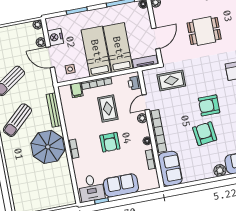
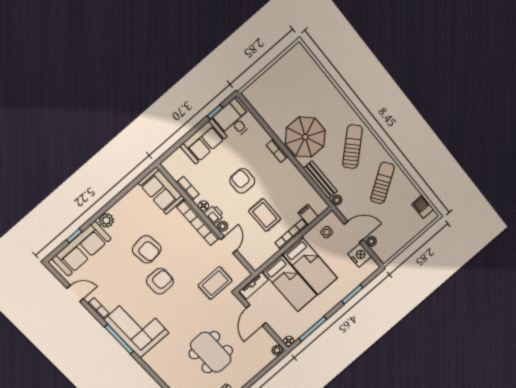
plant: (38, 25) -> (337, 200), moved
dining table: (204, 31) -> (211, 352), width x1.37
printer: (134, 83) -> (214, 215), moved

